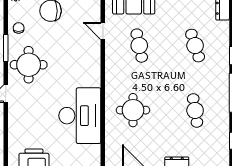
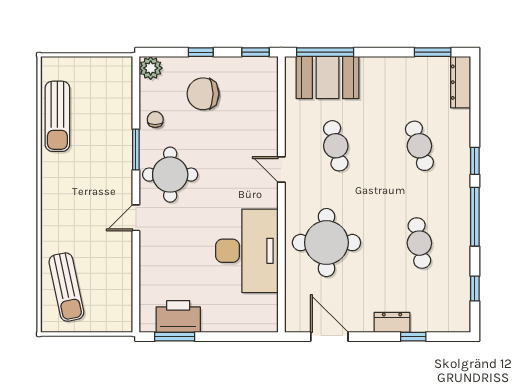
door: (103, 31) -> (281, 169), moved
round table: (133, 110) -> (326, 243), width x1.36, depth x1.36

